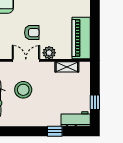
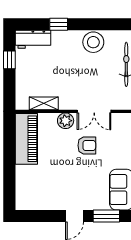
armchair: (32, 33) -> (87, 145), turned 180
stool: (23, 90) -> (93, 42), moved

